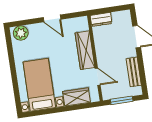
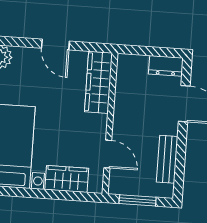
dresser: (101, 19) -> (166, 66), moved
wardrobe: (85, 50) -> (98, 82), moved

